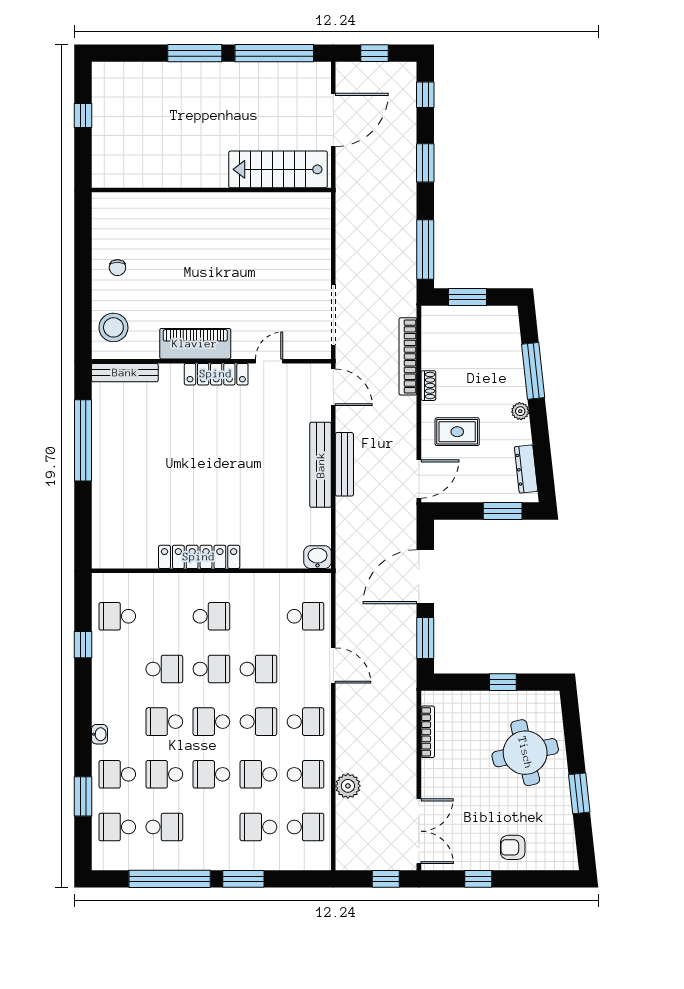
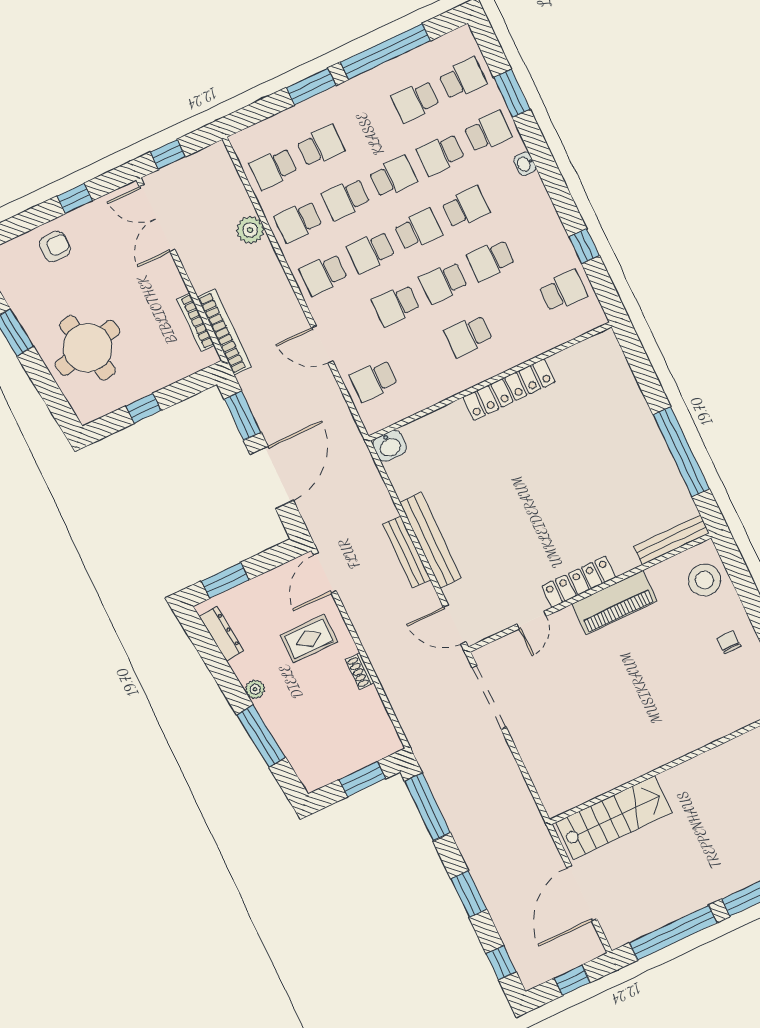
bookcase: (408, 356) -> (224, 332), moved
school desk: (164, 774) -> (440, 154), turned 180
school desk: (258, 774) -> (346, 199), turned 180

